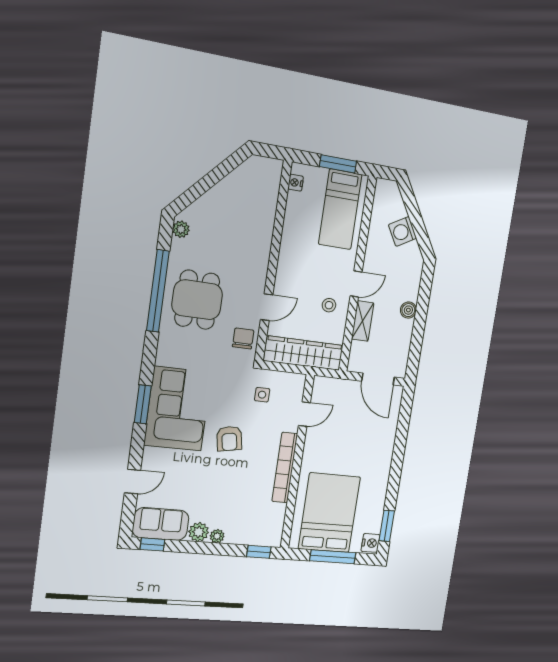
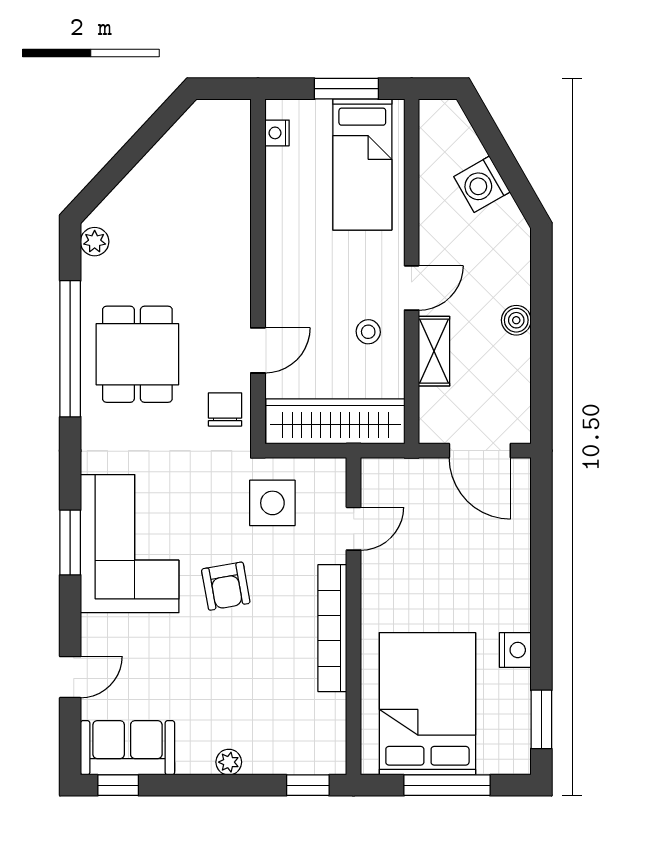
side table: (262, 395) -> (272, 503), width x1.87, depth x1.87
plant: (199, 532) -> (195, 757), removed
nightstand: (371, 543) -> (515, 650), moved

